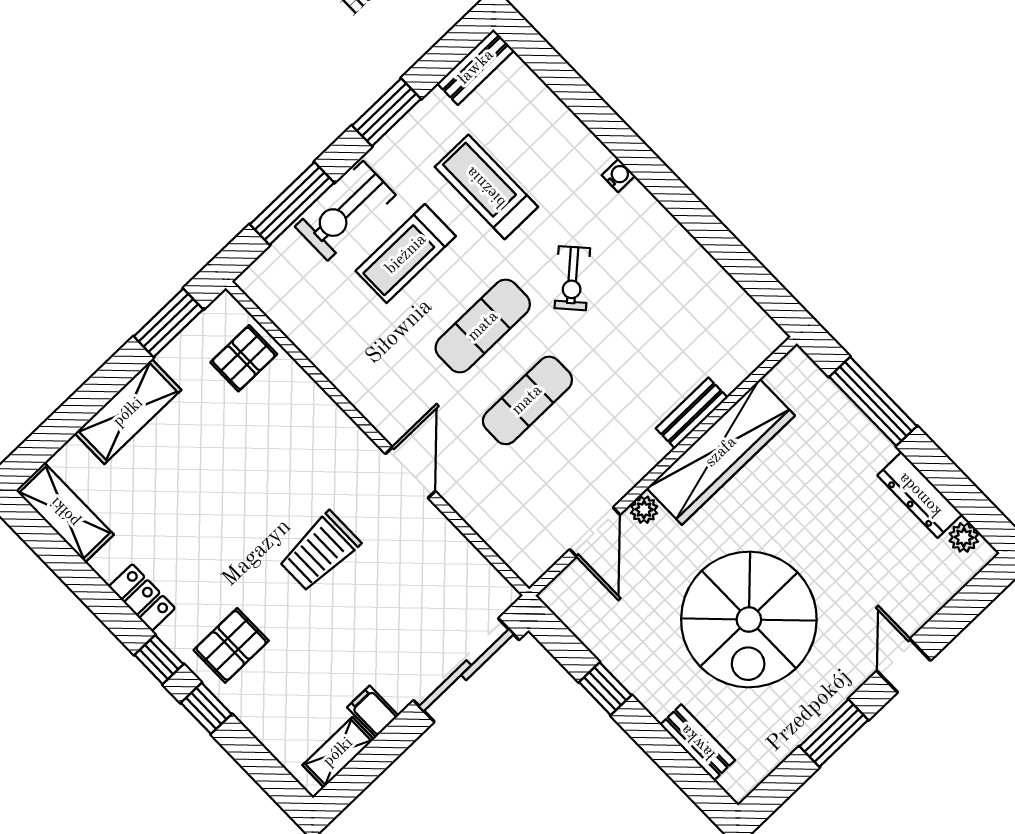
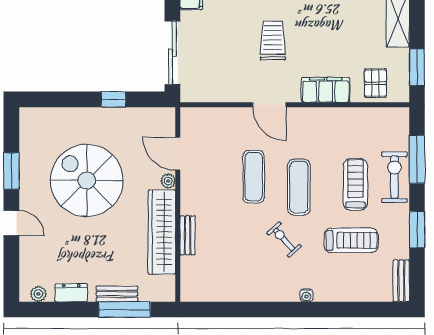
filing cabinet: (317, 416) -> (326, 90), added
dresser: (920, 495) -> (71, 293), width x0.70
bench: (698, 742) -> (117, 294), moved

